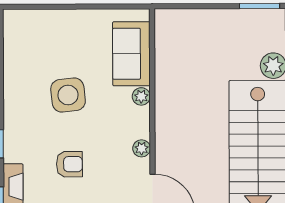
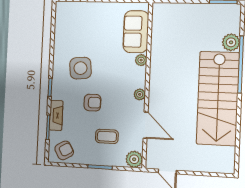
side table: (68, 95) -> (80, 68), moved

